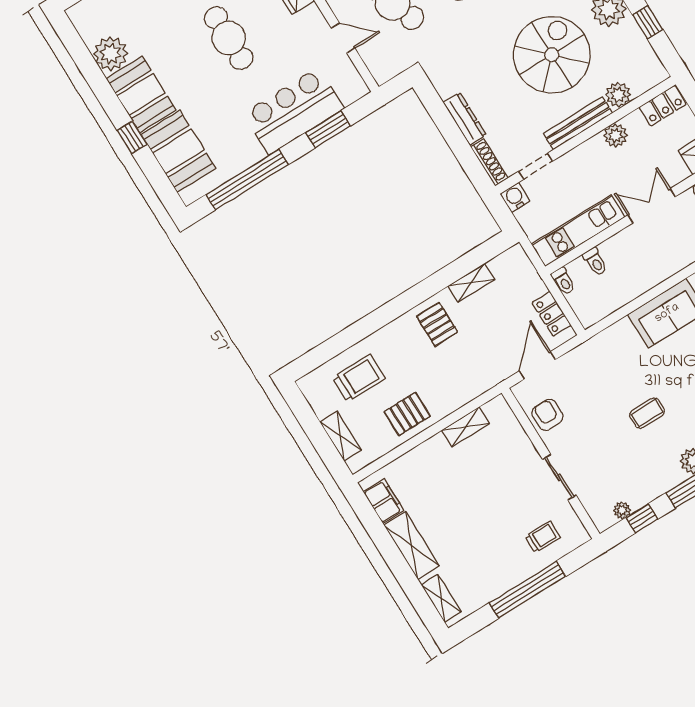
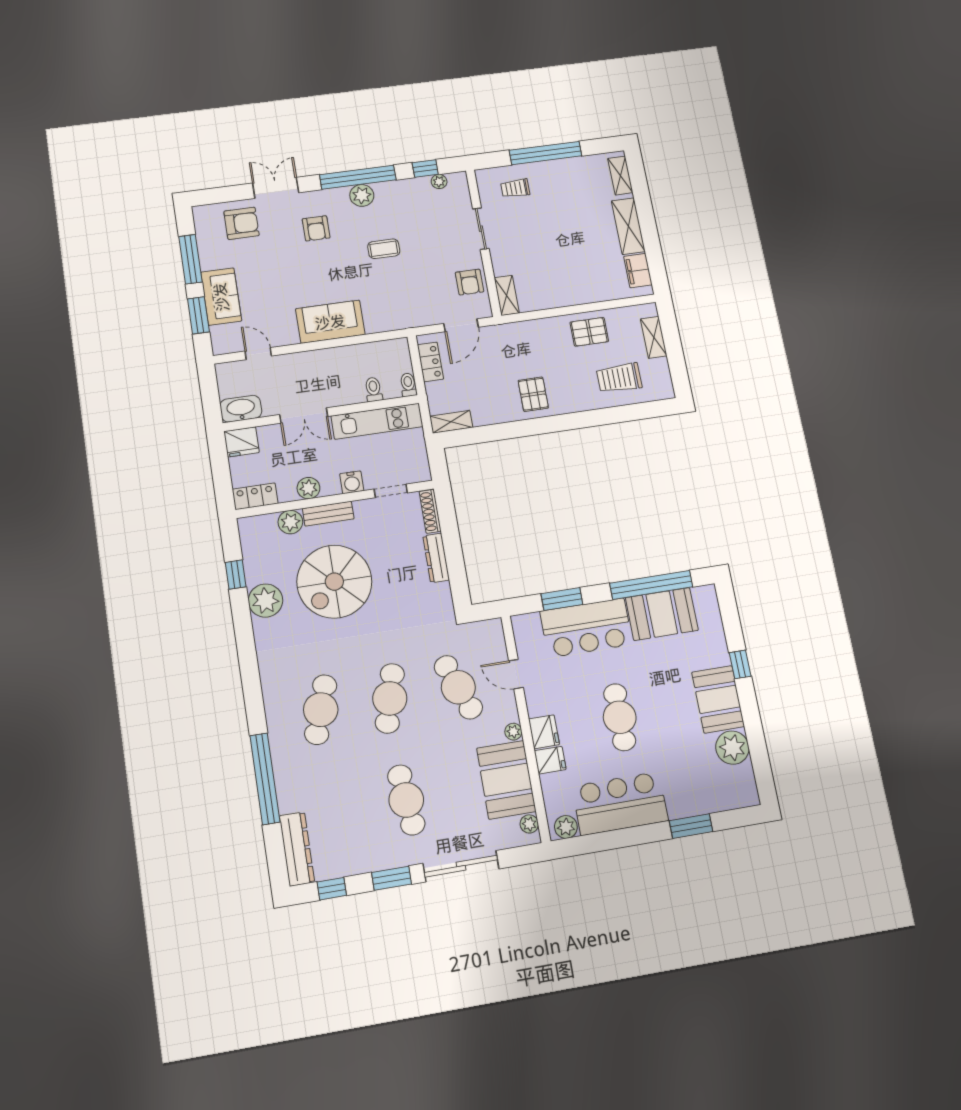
bench: (578, 123) -> (328, 514), width x0.73
booth: (178, 151) -> (662, 614), moved, turned 90
water cooler: (515, 197) -> (352, 482), moved
shelving: (471, 283) -> (451, 422), moved
shelving: (466, 427) -> (507, 295), moved, turned 90

